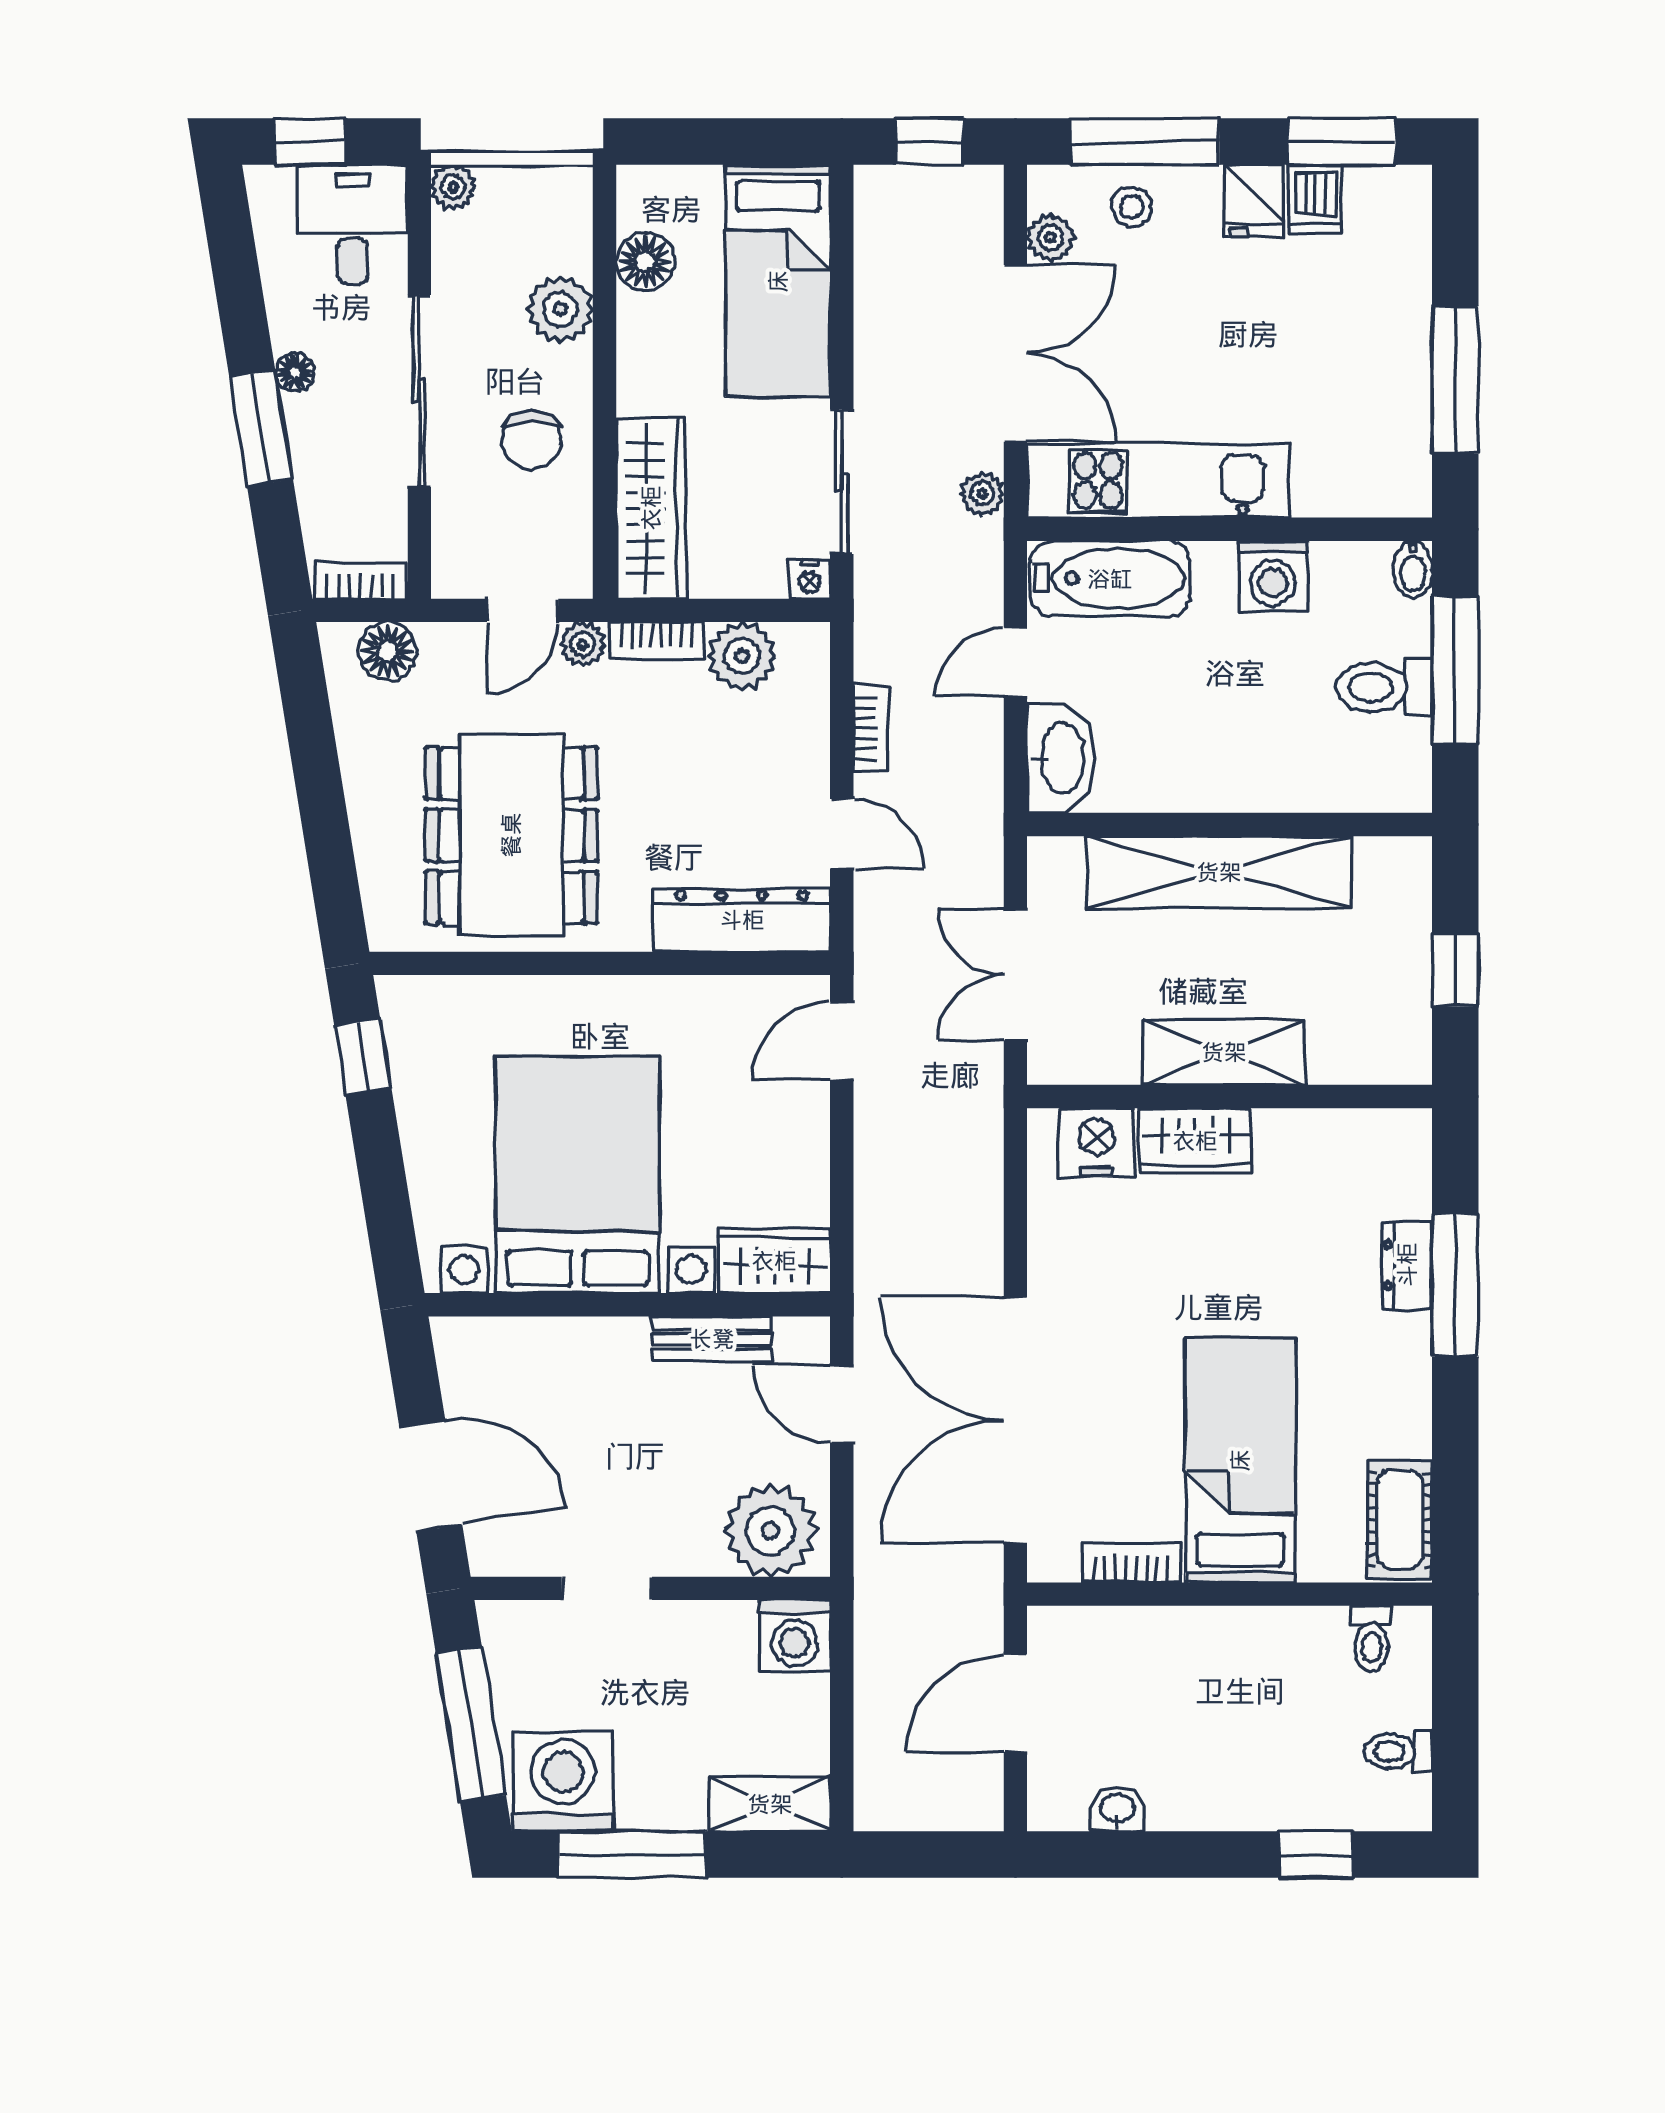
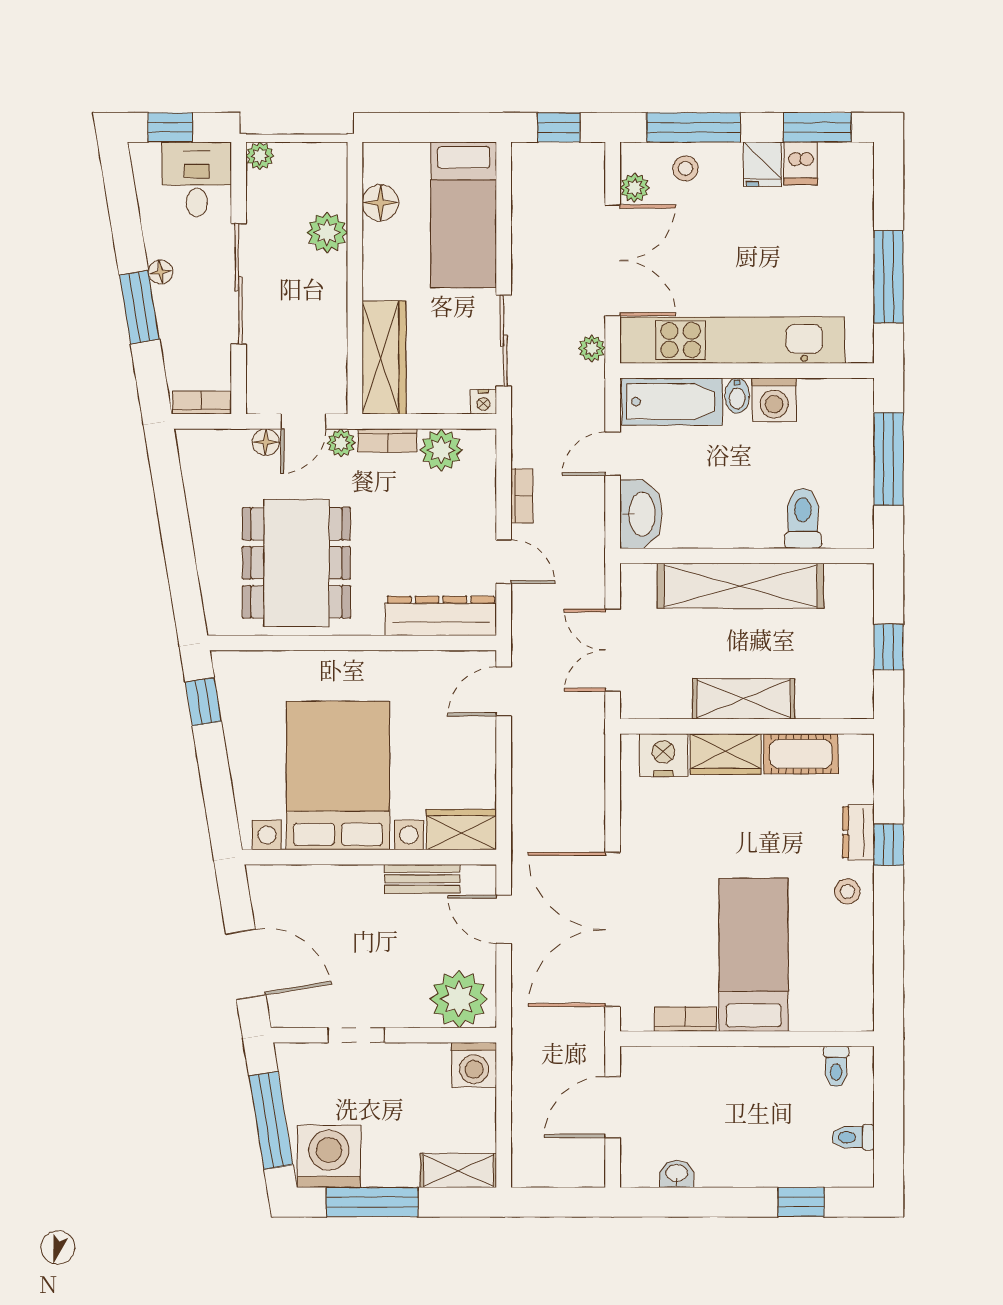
chair: (532, 440) -> (309, 315), removed
kitchen unit: (1158, 481) -> (732, 340), width x1.36
bidet: (1413, 569) -> (737, 396), moved
floor lamp: (388, 651) -> (266, 442), moved, width x0.73, depth x0.73
toilet: (1384, 687) -> (803, 518), moved, turned 90
window: (1455, 1285) -> (889, 845), width x0.46
stool: (1390, 1359) -> (847, 891), added
cot: (1400, 1520) -> (801, 754), moved, turned 90

